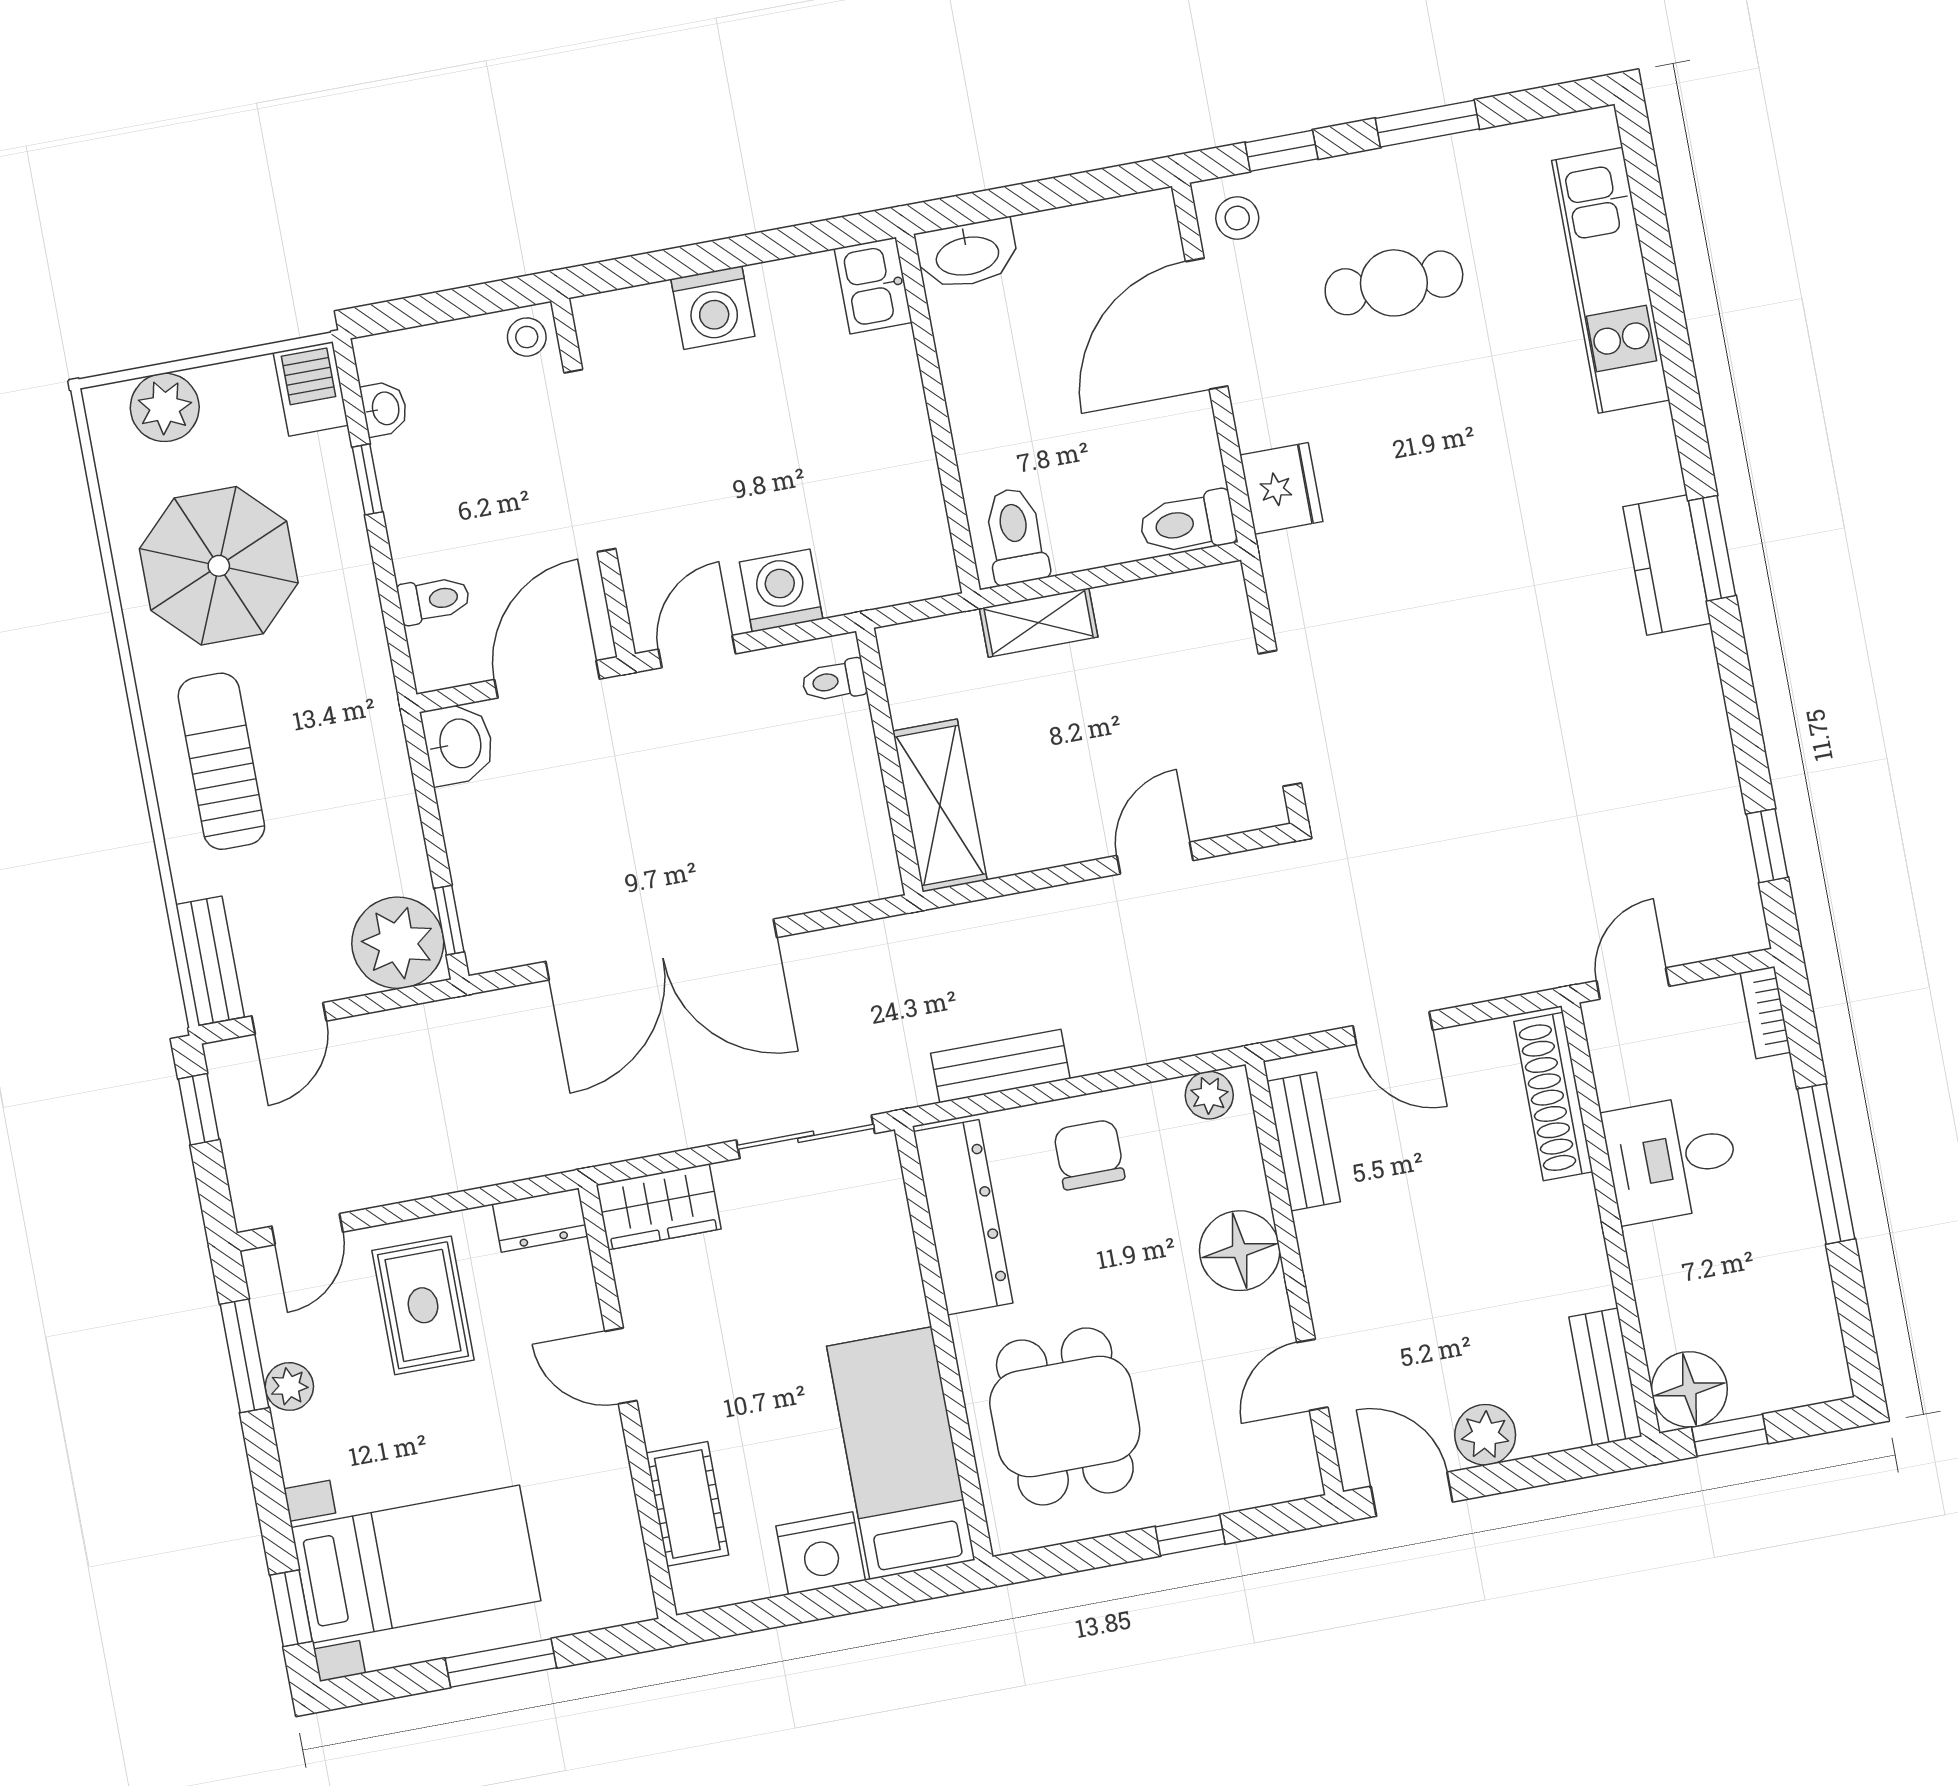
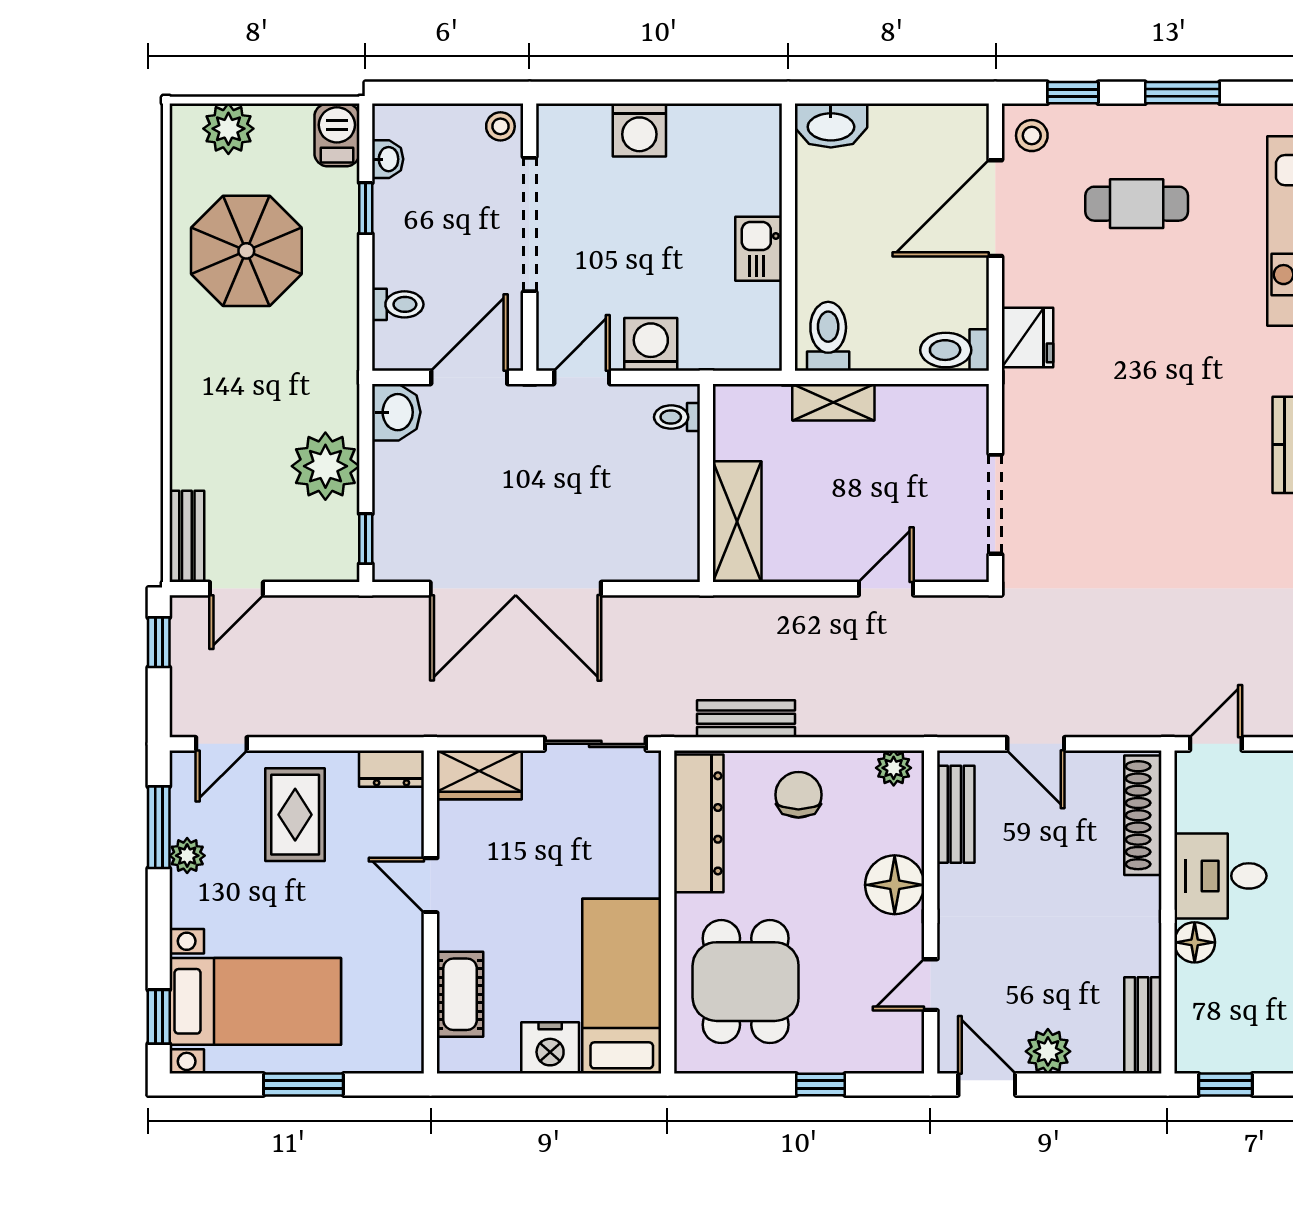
kitchen sink: (873, 286) -> (759, 249), moved
sun lounger: (221, 761) -> (222, 393), removed
plant: (398, 943) -> (325, 466), moved
floor lamp: (1689, 1389) -> (1195, 942), moved, width x0.73, depth x0.73

